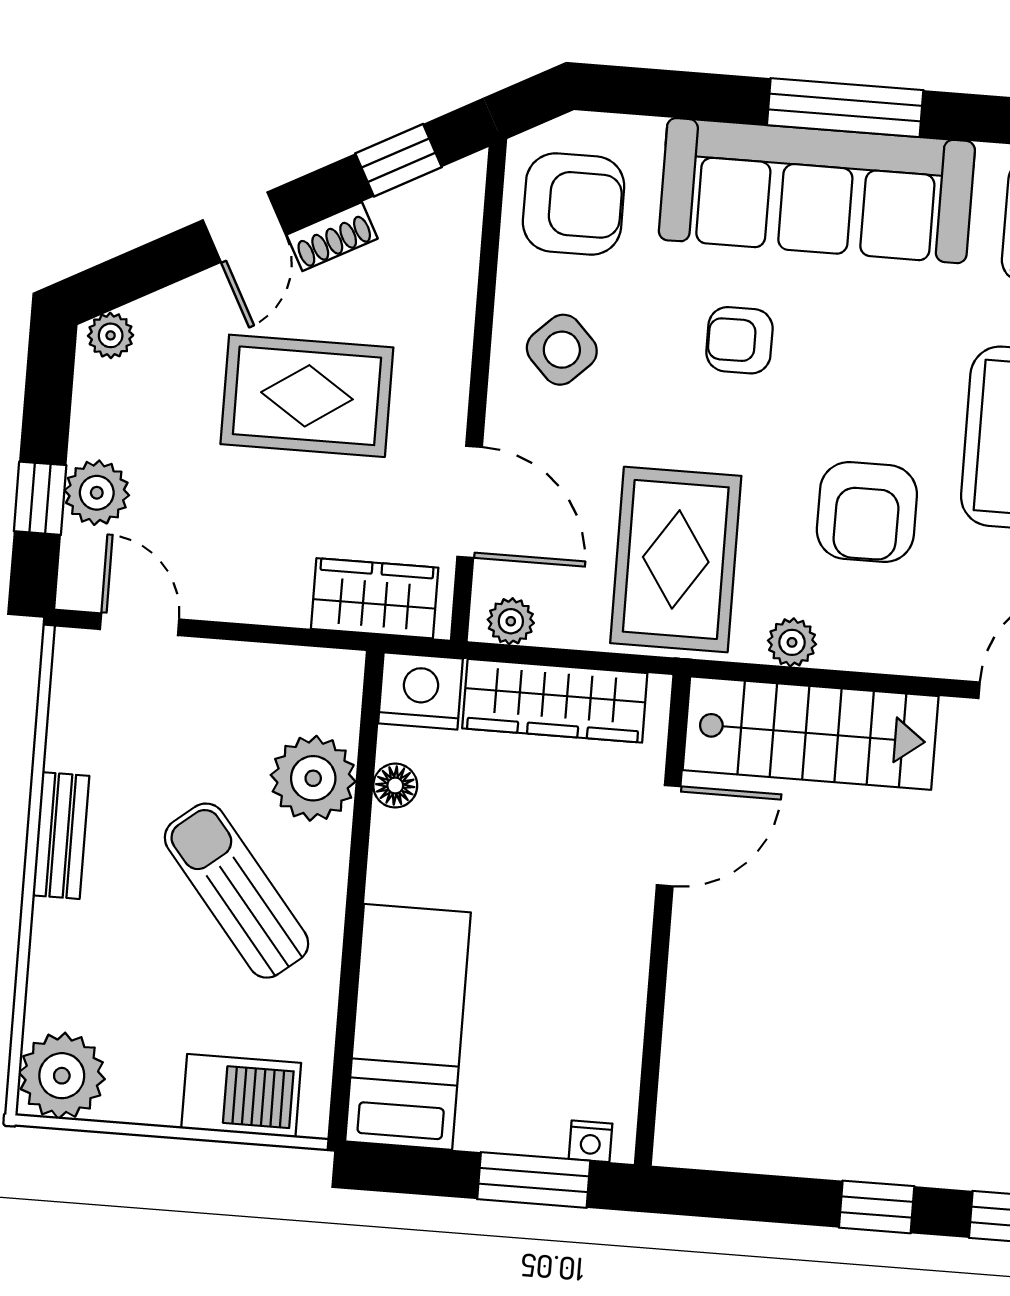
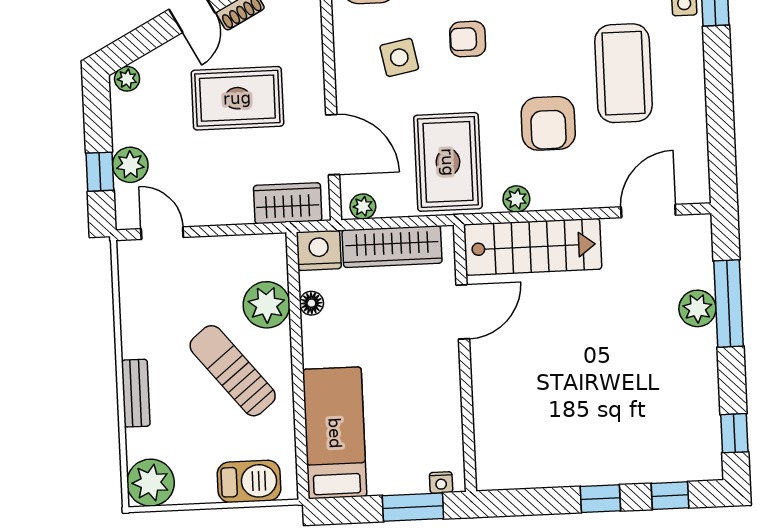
side table: (562, 350) -> (399, 57), moved, turned 33
bench: (61, 836) -> (136, 393), moved

